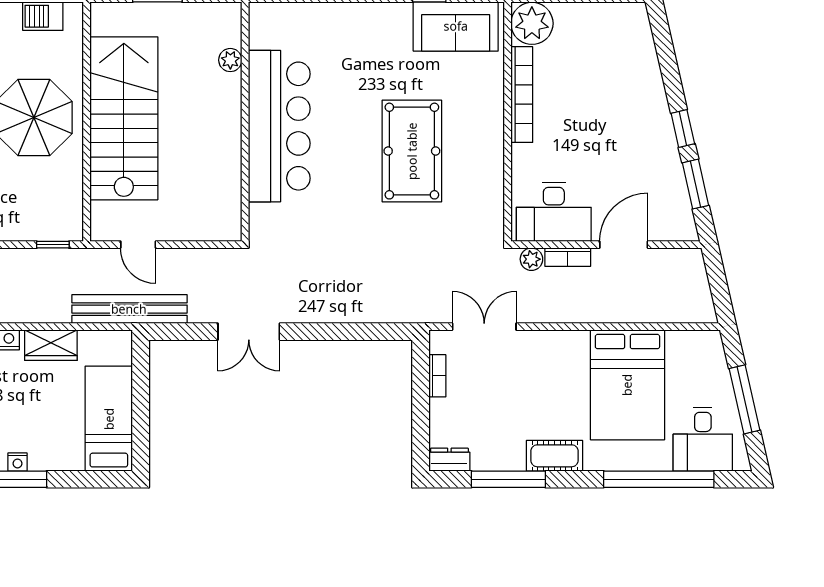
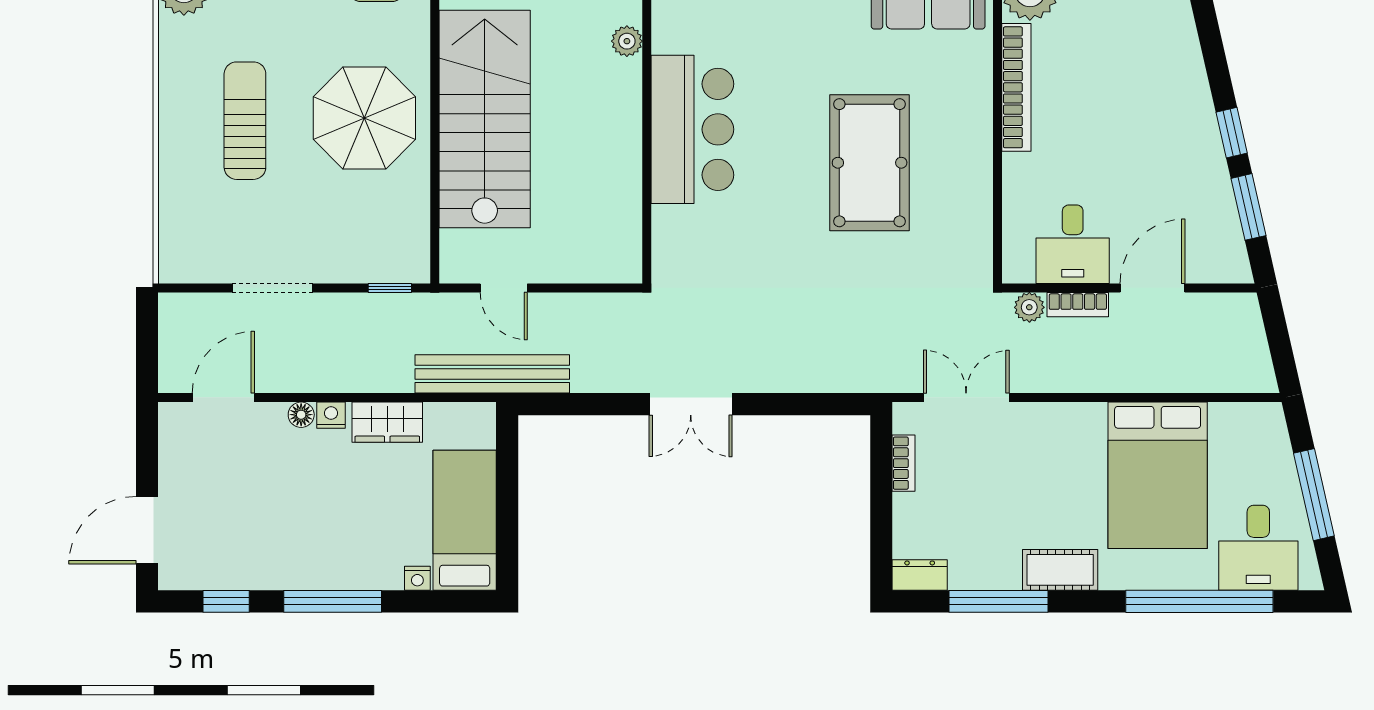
bar counter: (279, 126) -> (692, 129), width x0.73
desk: (554, 212) -> (1073, 244), width x0.73
double door: (249, 332) -> (691, 404), moved
nightstand: (18, 462) -> (417, 578), moved

